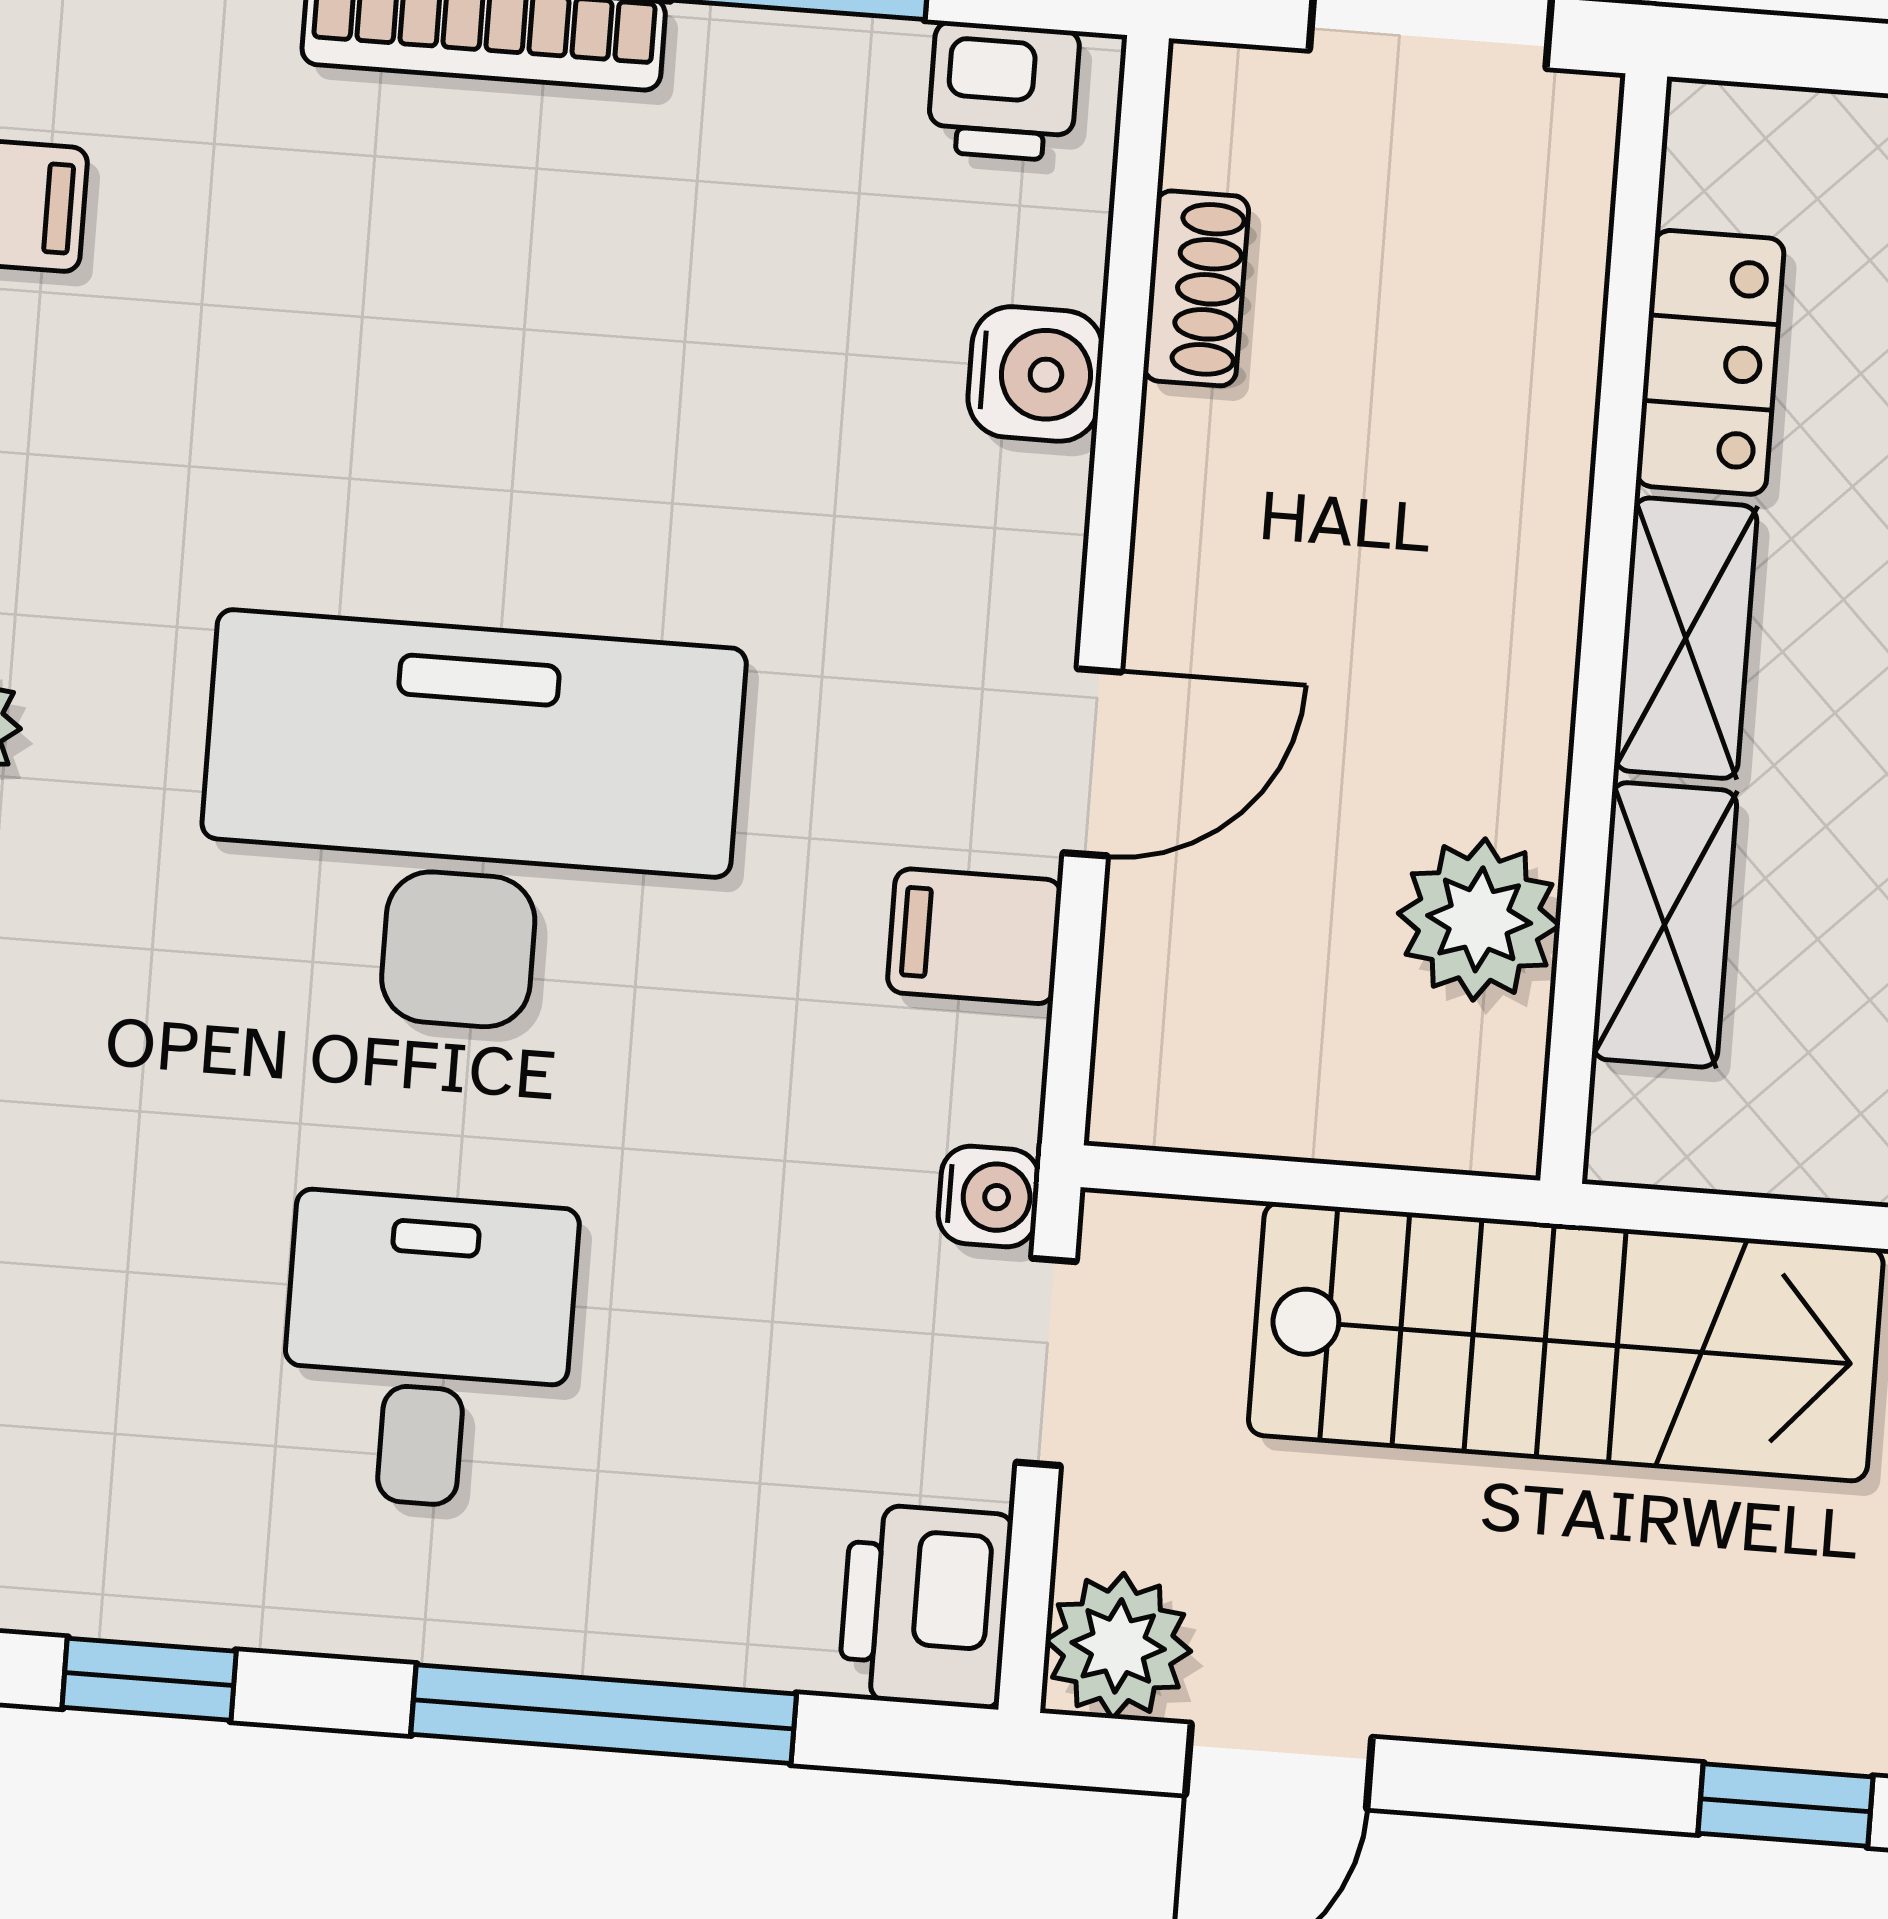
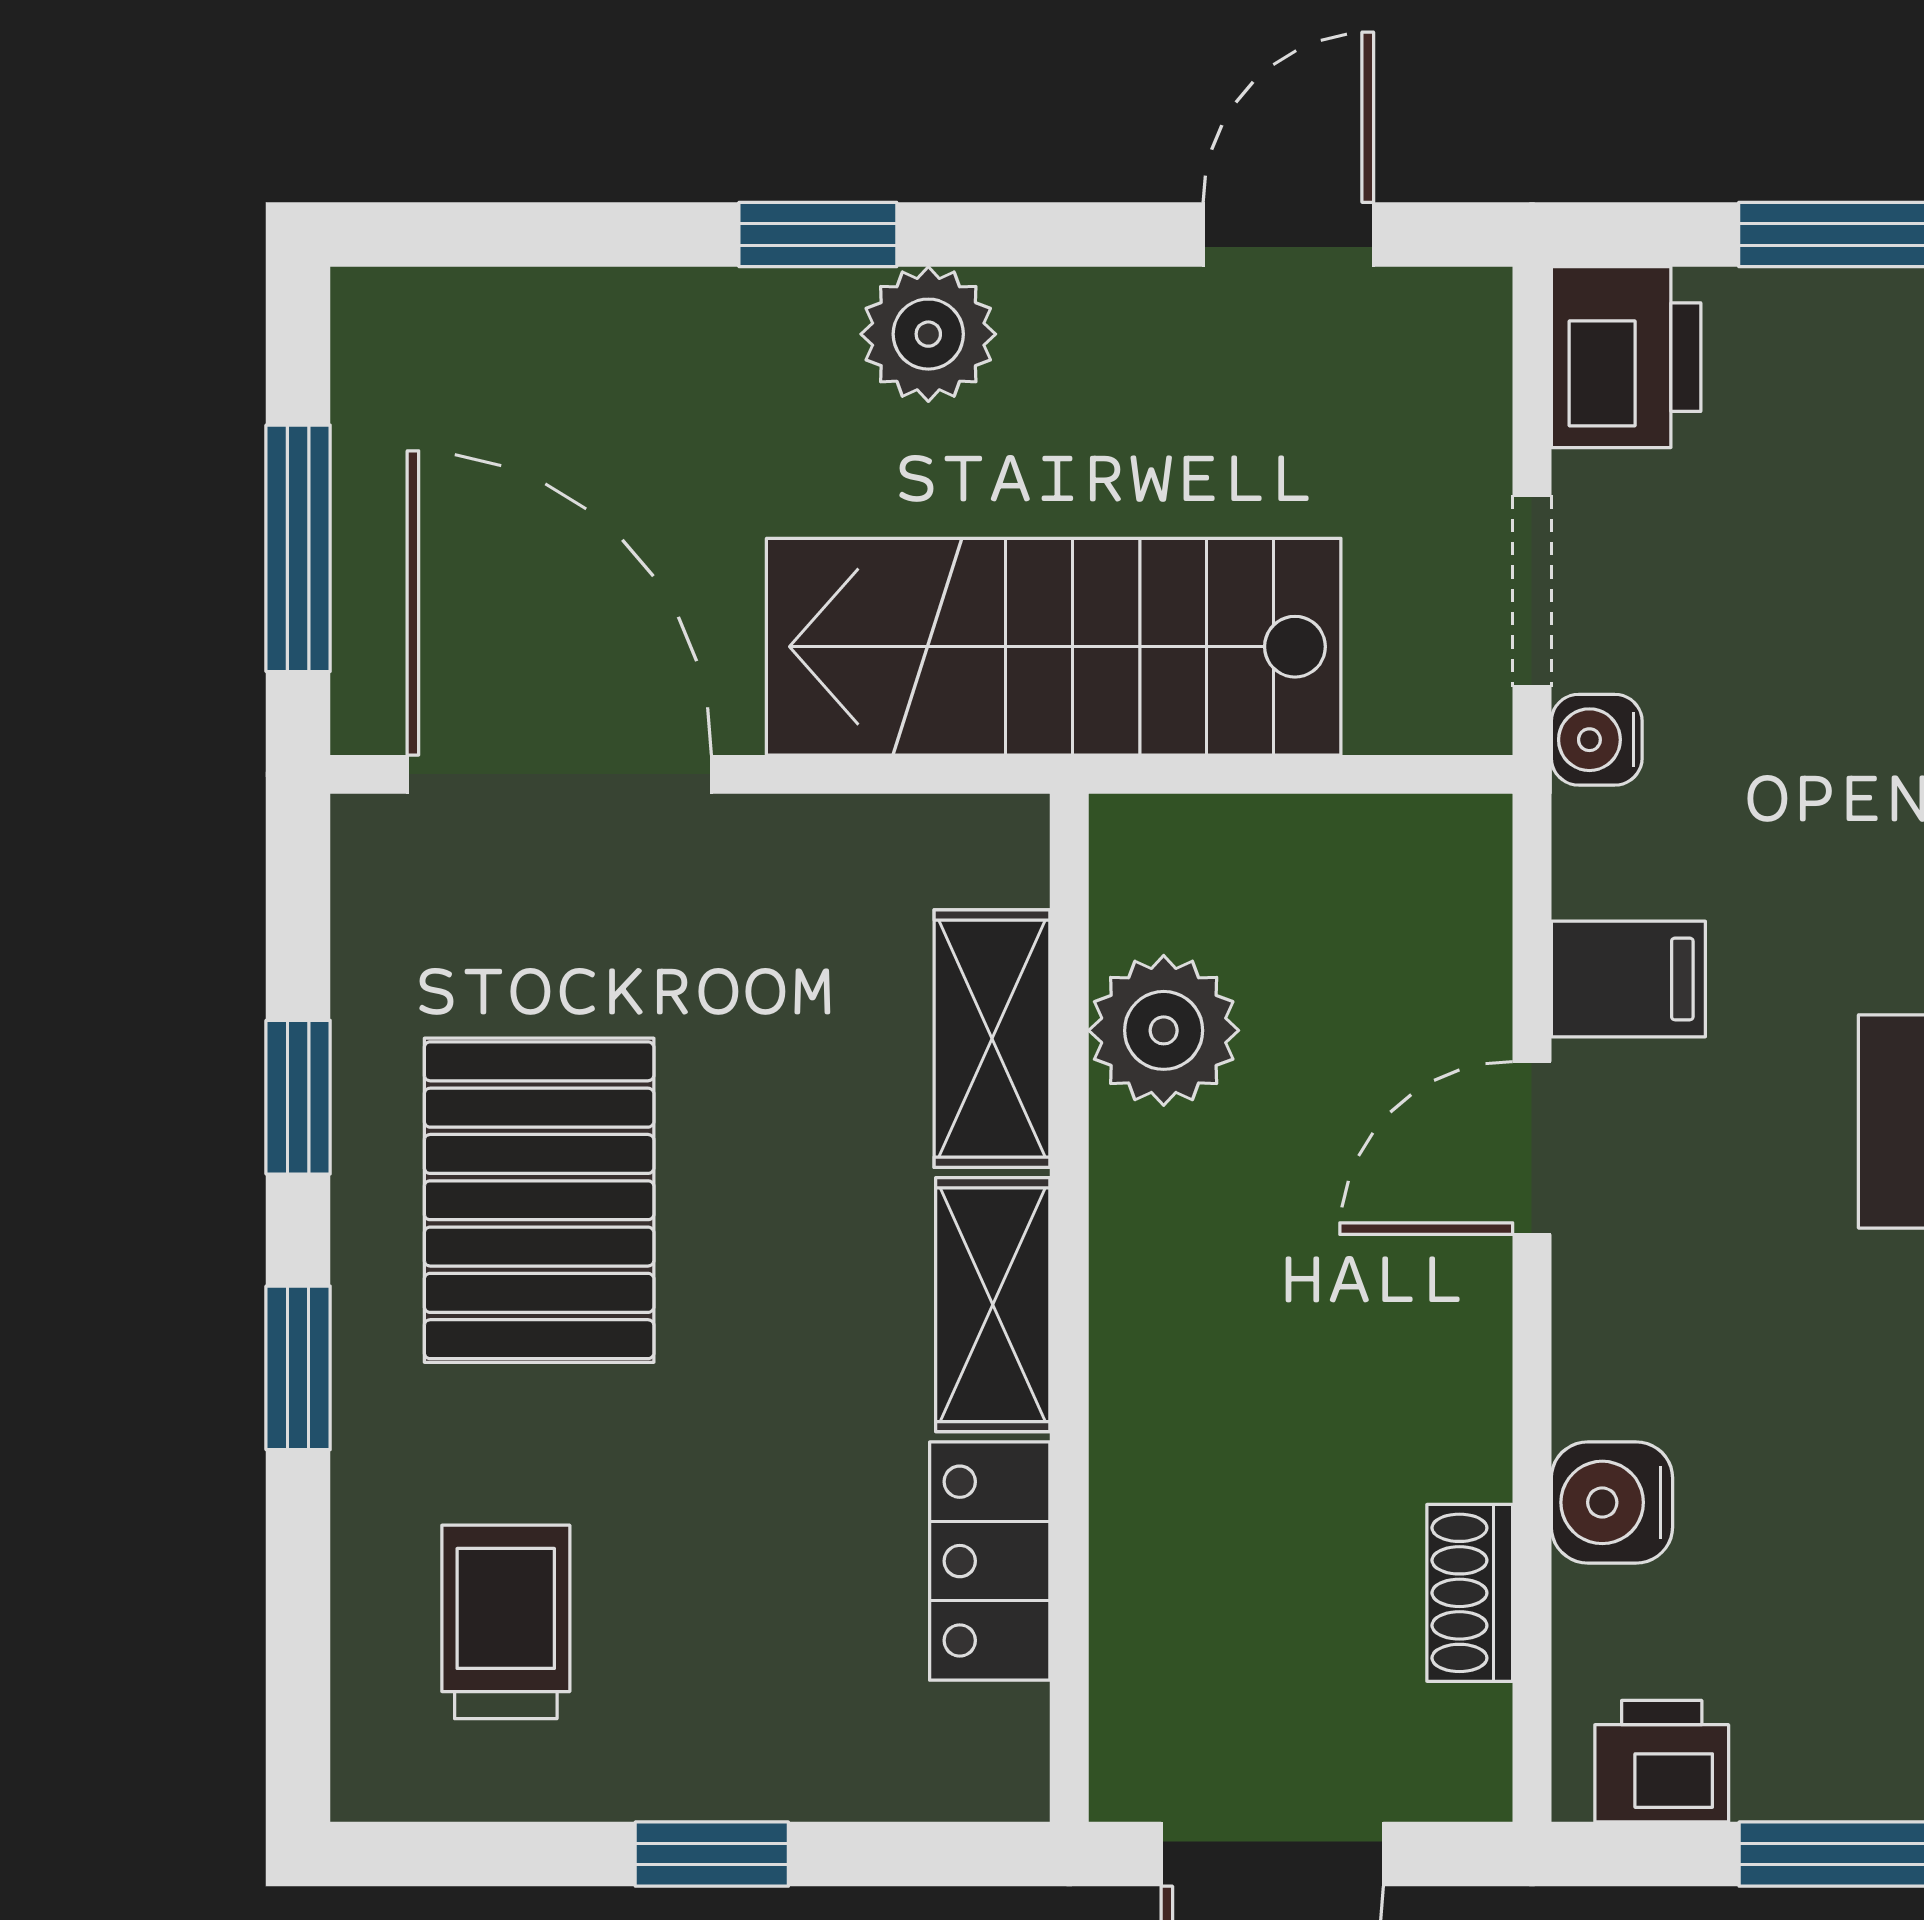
plant: (1118, 1646) -> (928, 334), moved

